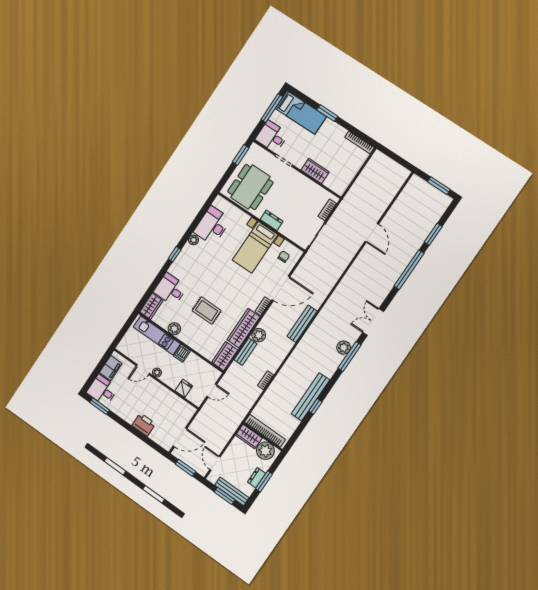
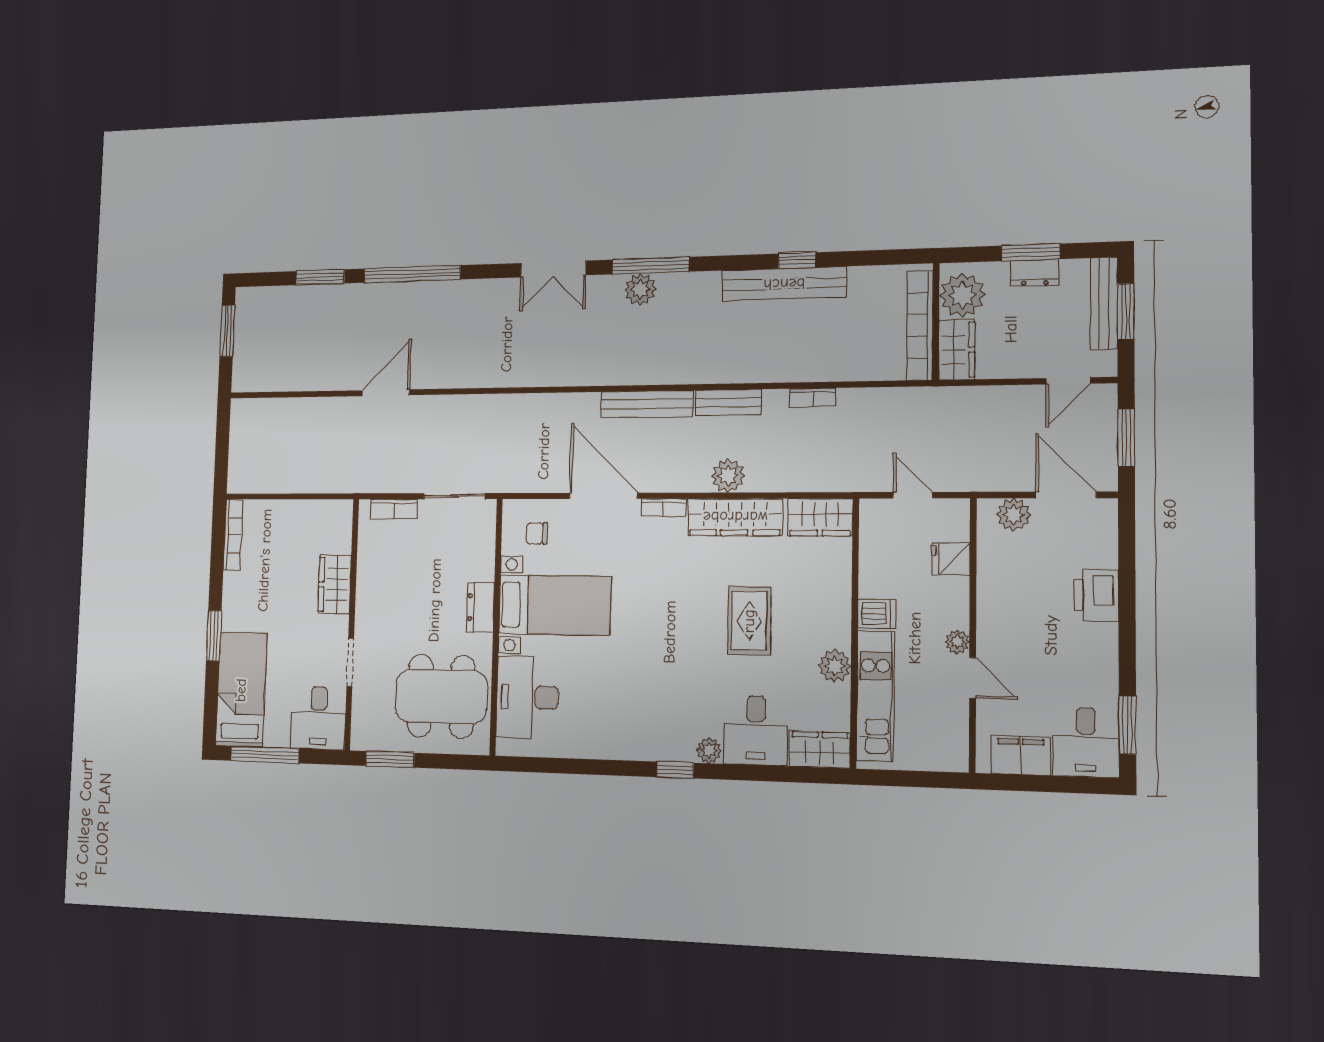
desk: (212, 226) -> (527, 697), moved, turned 90
plant: (194, 240) -> (709, 750), moved
bench: (246, 352) -> (728, 402), moved
plant: (185, 417) -> (1014, 515), added

